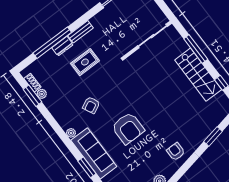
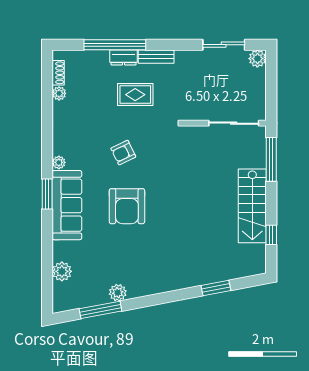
window: (196, 49) -> (271, 159), moved
window: (32, 96) -> (47, 88), removed
armchair: (91, 105) -> (123, 153), moved
armchair: (176, 152) -> (161, 273), removed
window: (87, 167) -> (47, 194), moved

